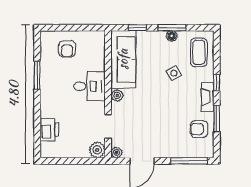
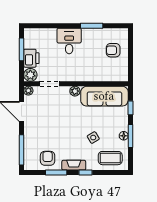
desk: (90, 86) -> (69, 41), moved, turned 180
printer: (49, 130) -> (31, 58), moved, turned -90
window: (66, 161) -> (21, 49), added

